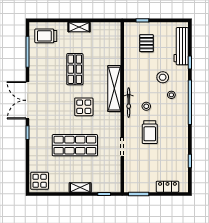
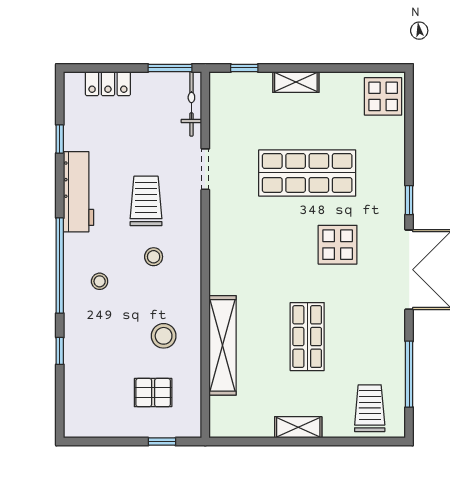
trolley: (46, 36) -> (370, 408), turned -90
pallet: (146, 43) -> (153, 393), turned 90
workbench: (181, 46) -> (79, 192), moved
stool: (163, 77) -> (164, 336), moved
shelving: (114, 89) -> (223, 345), moved
bicycle: (129, 103) -> (191, 104), moved
display table: (84, 107) -> (338, 245), moved

